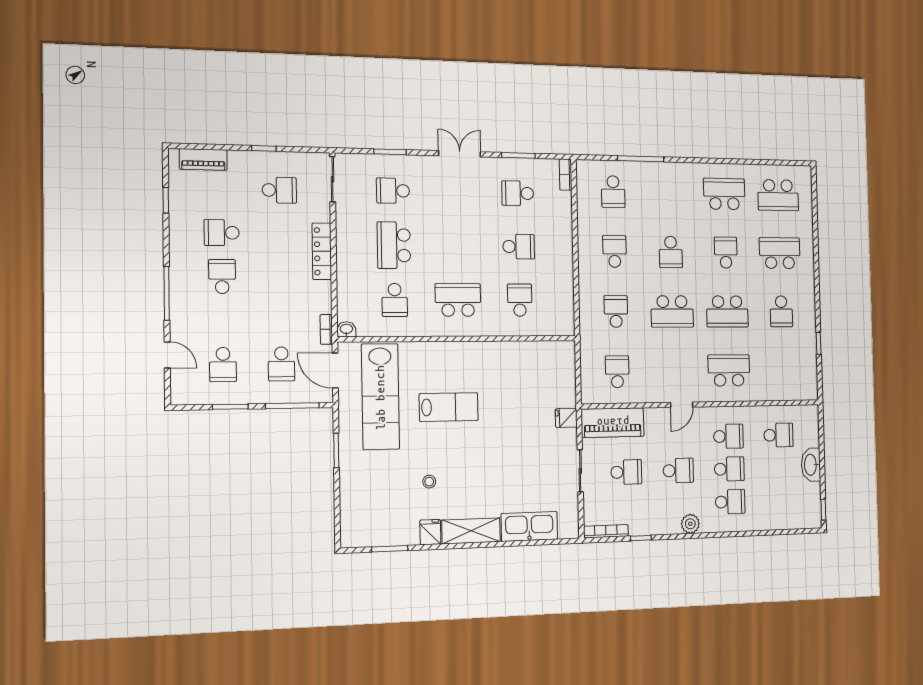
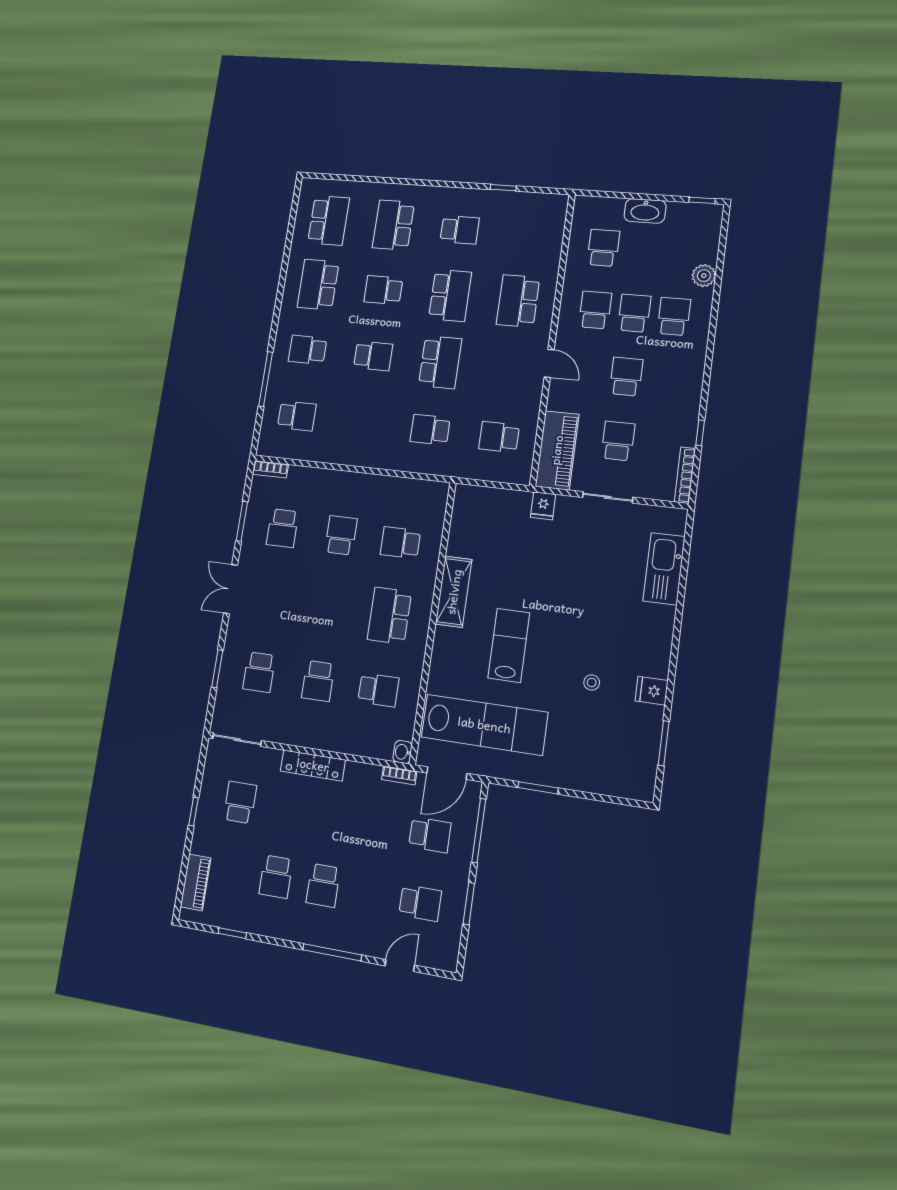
school desk: (394, 245) -> (318, 681), width x0.54
school desk: (615, 251) -> (308, 350), moved
school desk: (222, 276) -> (323, 885), turned -90
plant: (690, 524) -> (704, 276), moved
shelving: (471, 531) -> (454, 592), moved

